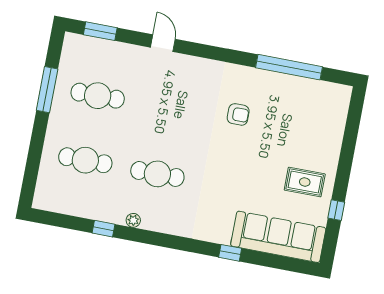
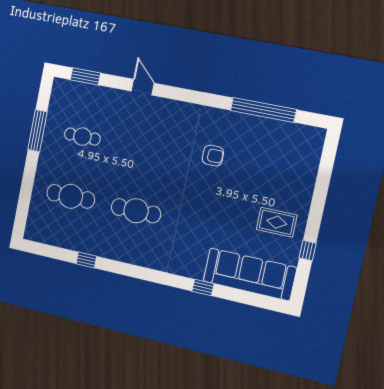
cafe table: (98, 96) -> (82, 137), width x0.73, depth x0.74
plant: (133, 220) -> (113, 253), removed

